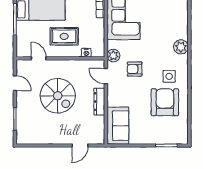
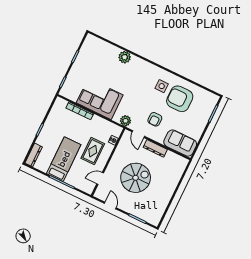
plant: (181, 47) -> (125, 57), moved
armchair: (135, 69) -> (155, 119), moved
door: (106, 76) -> (138, 134), hinge flipped
door: (15, 83) -> (110, 206), hinge flipped
door: (80, 145) -> (181, 179), removed

